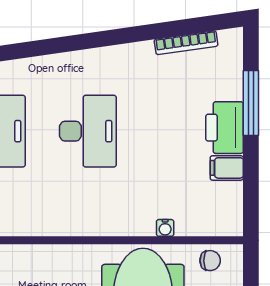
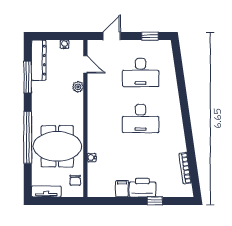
window: (251, 103) -> (155, 201), width x0.46
plant: (25, 255) -> (78, 87), added

